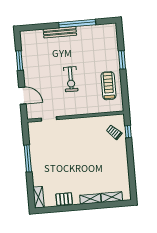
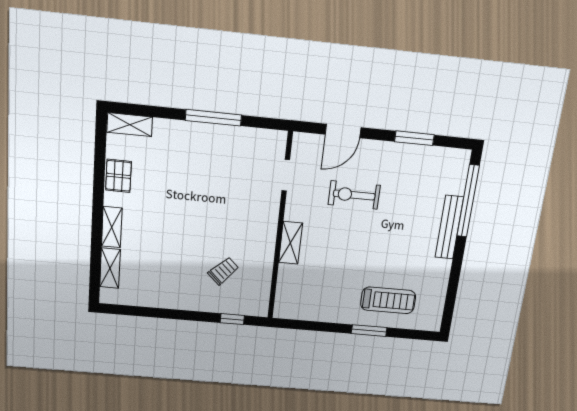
window: (77, 24) -> (468, 201), moved
exercise bike: (71, 79) -> (354, 195), moved
treadmill: (108, 86) -> (388, 300), moved
shelving: (82, 110) -> (291, 243), added
trolley: (114, 132) -> (223, 271), moved

